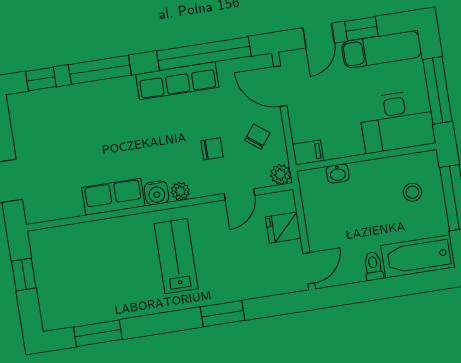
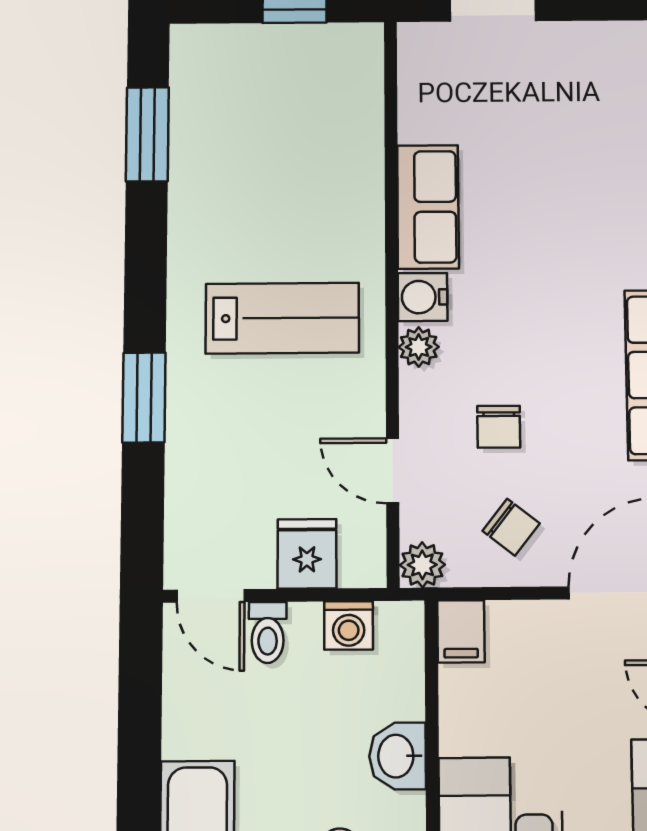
washbasin: (338, 173) -> (398, 756), moved, width x1.38, depth x1.45
washing machine: (313, 204) -> (349, 625), added
toilet: (373, 266) -> (268, 632), moved, turned 90

